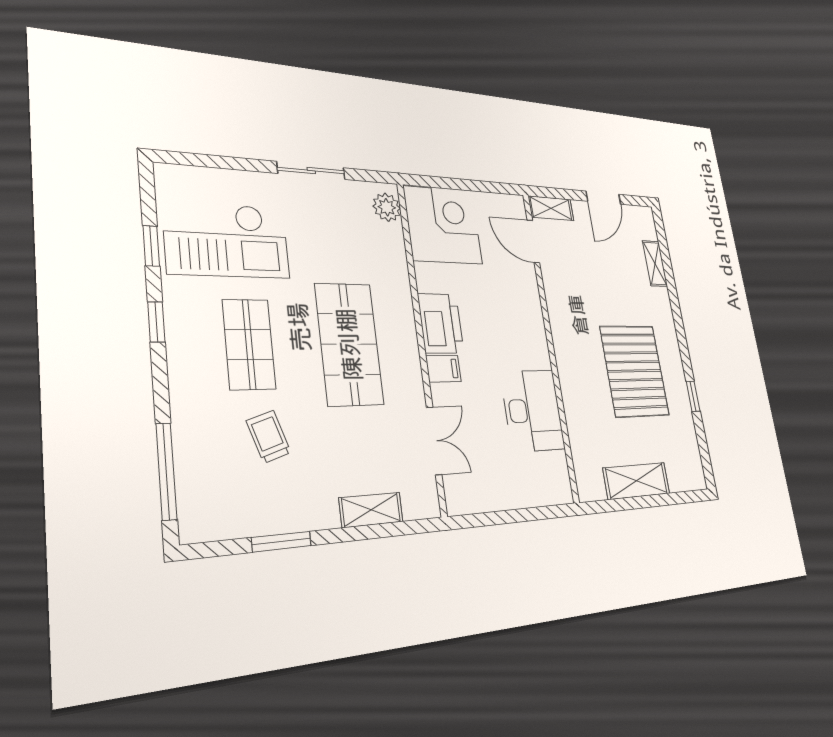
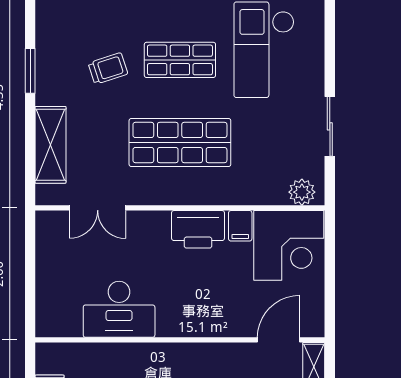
filing cabinet: (443, 369) -> (240, 226), moved
shelving: (371, 510) -> (51, 145), width x1.50, depth x1.33

